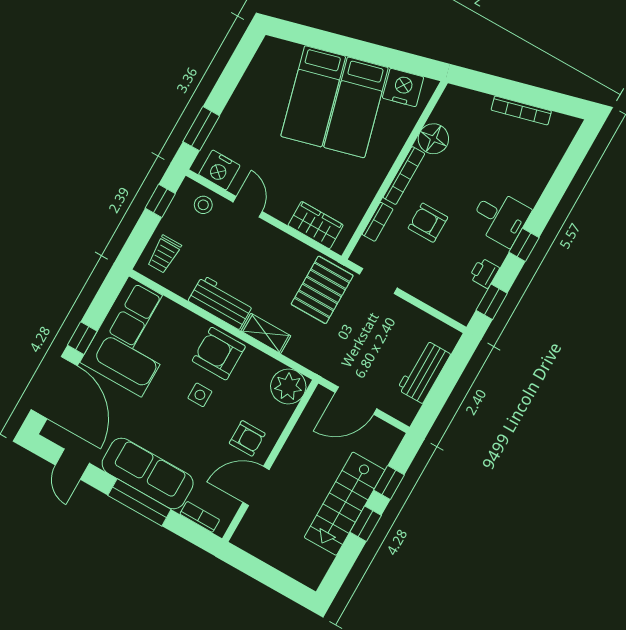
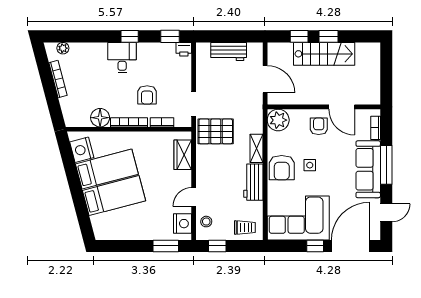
plant: (560, 142) -> (63, 48), added
printer: (484, 273) -> (184, 49), moved

